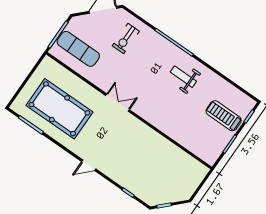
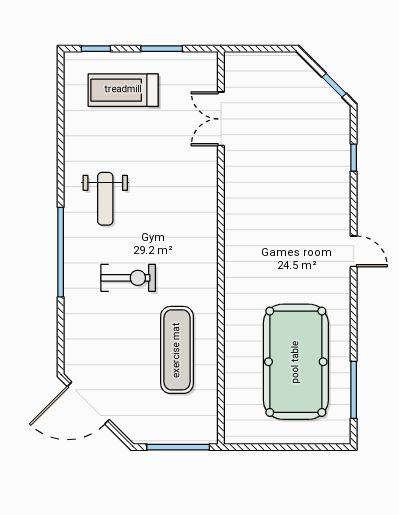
exercise bike: (126, 39) -> (128, 278), moved
exercise mat: (78, 49) -> (177, 350), moved
double door: (118, 103) -> (221, 119), moved
treadmill: (224, 116) -> (123, 90), turned 90

